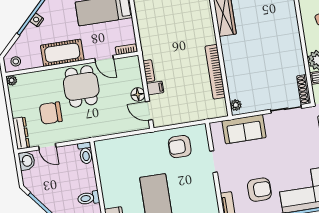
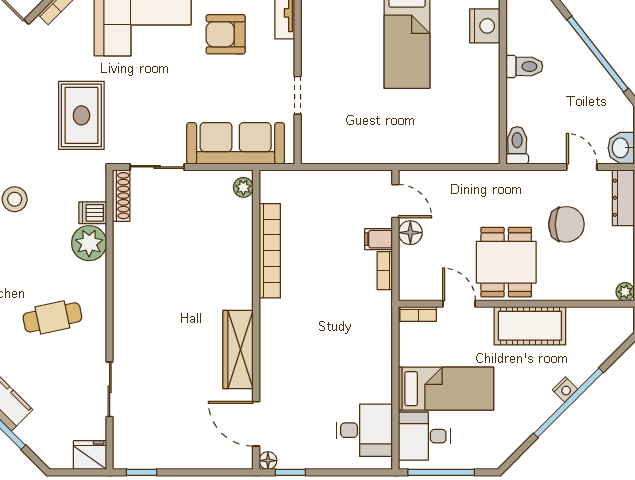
stool: (16, 61) -> (613, 323), removed
sofa: (244, 129) -> (236, 143), width x1.36
armchair: (180, 147) -> (352, 131), removed

